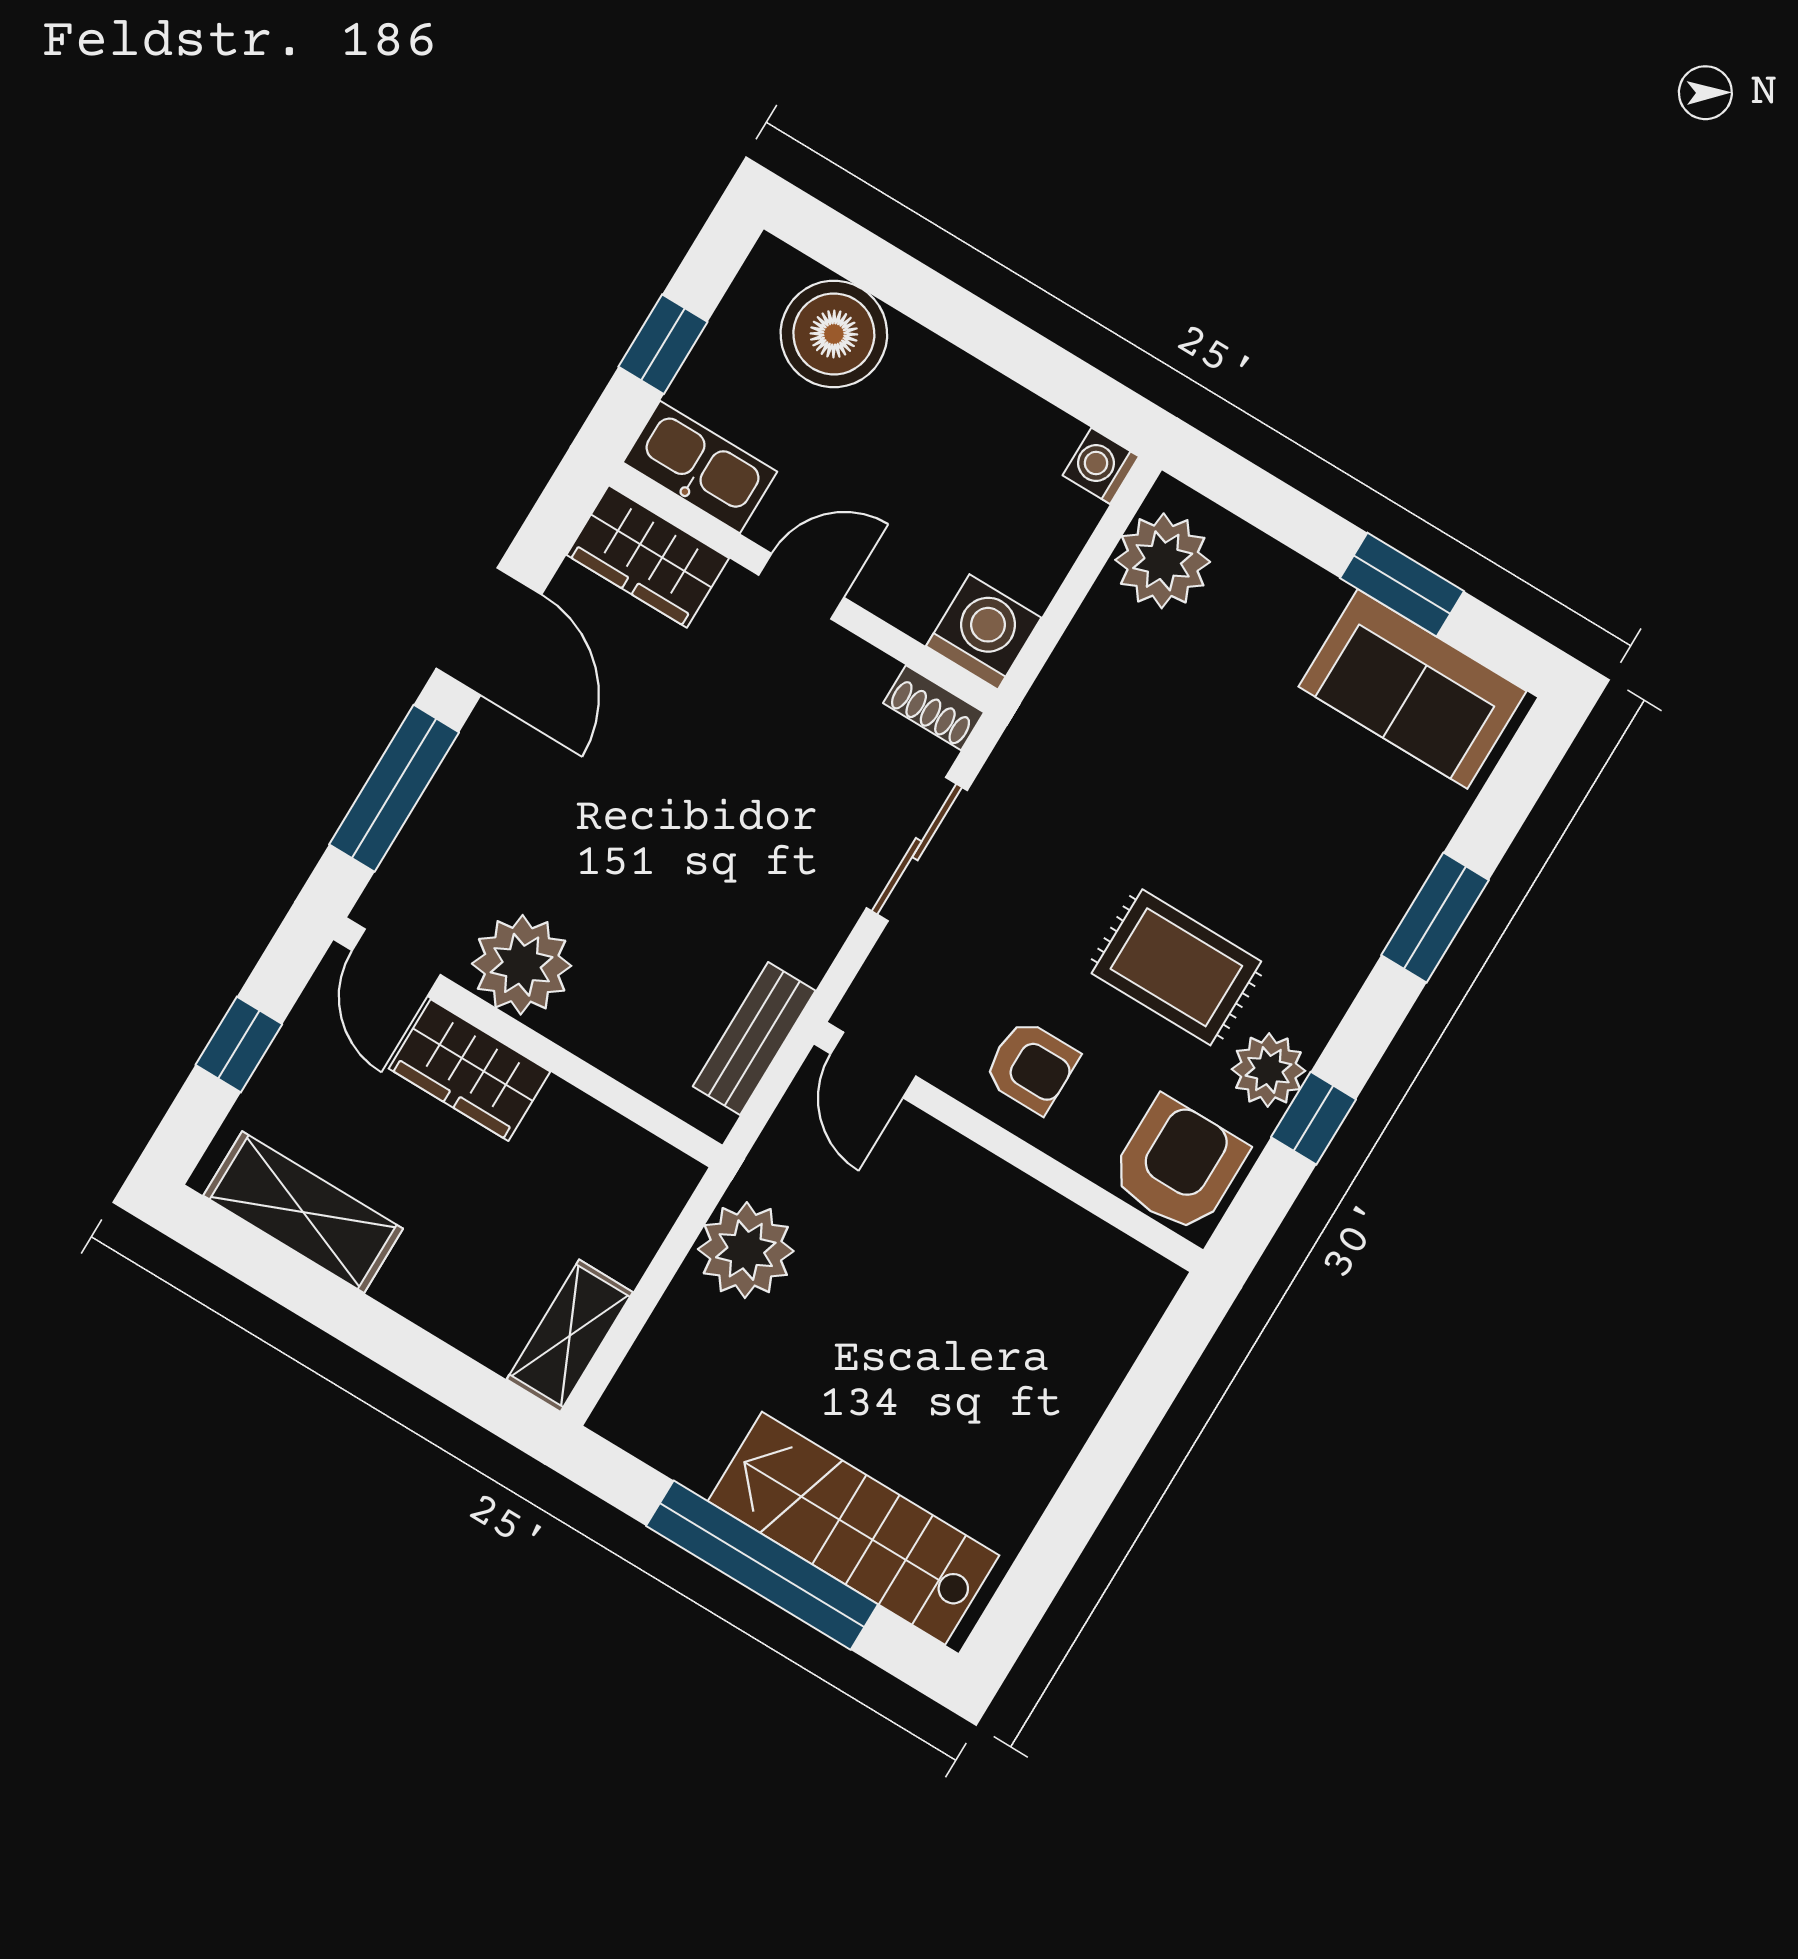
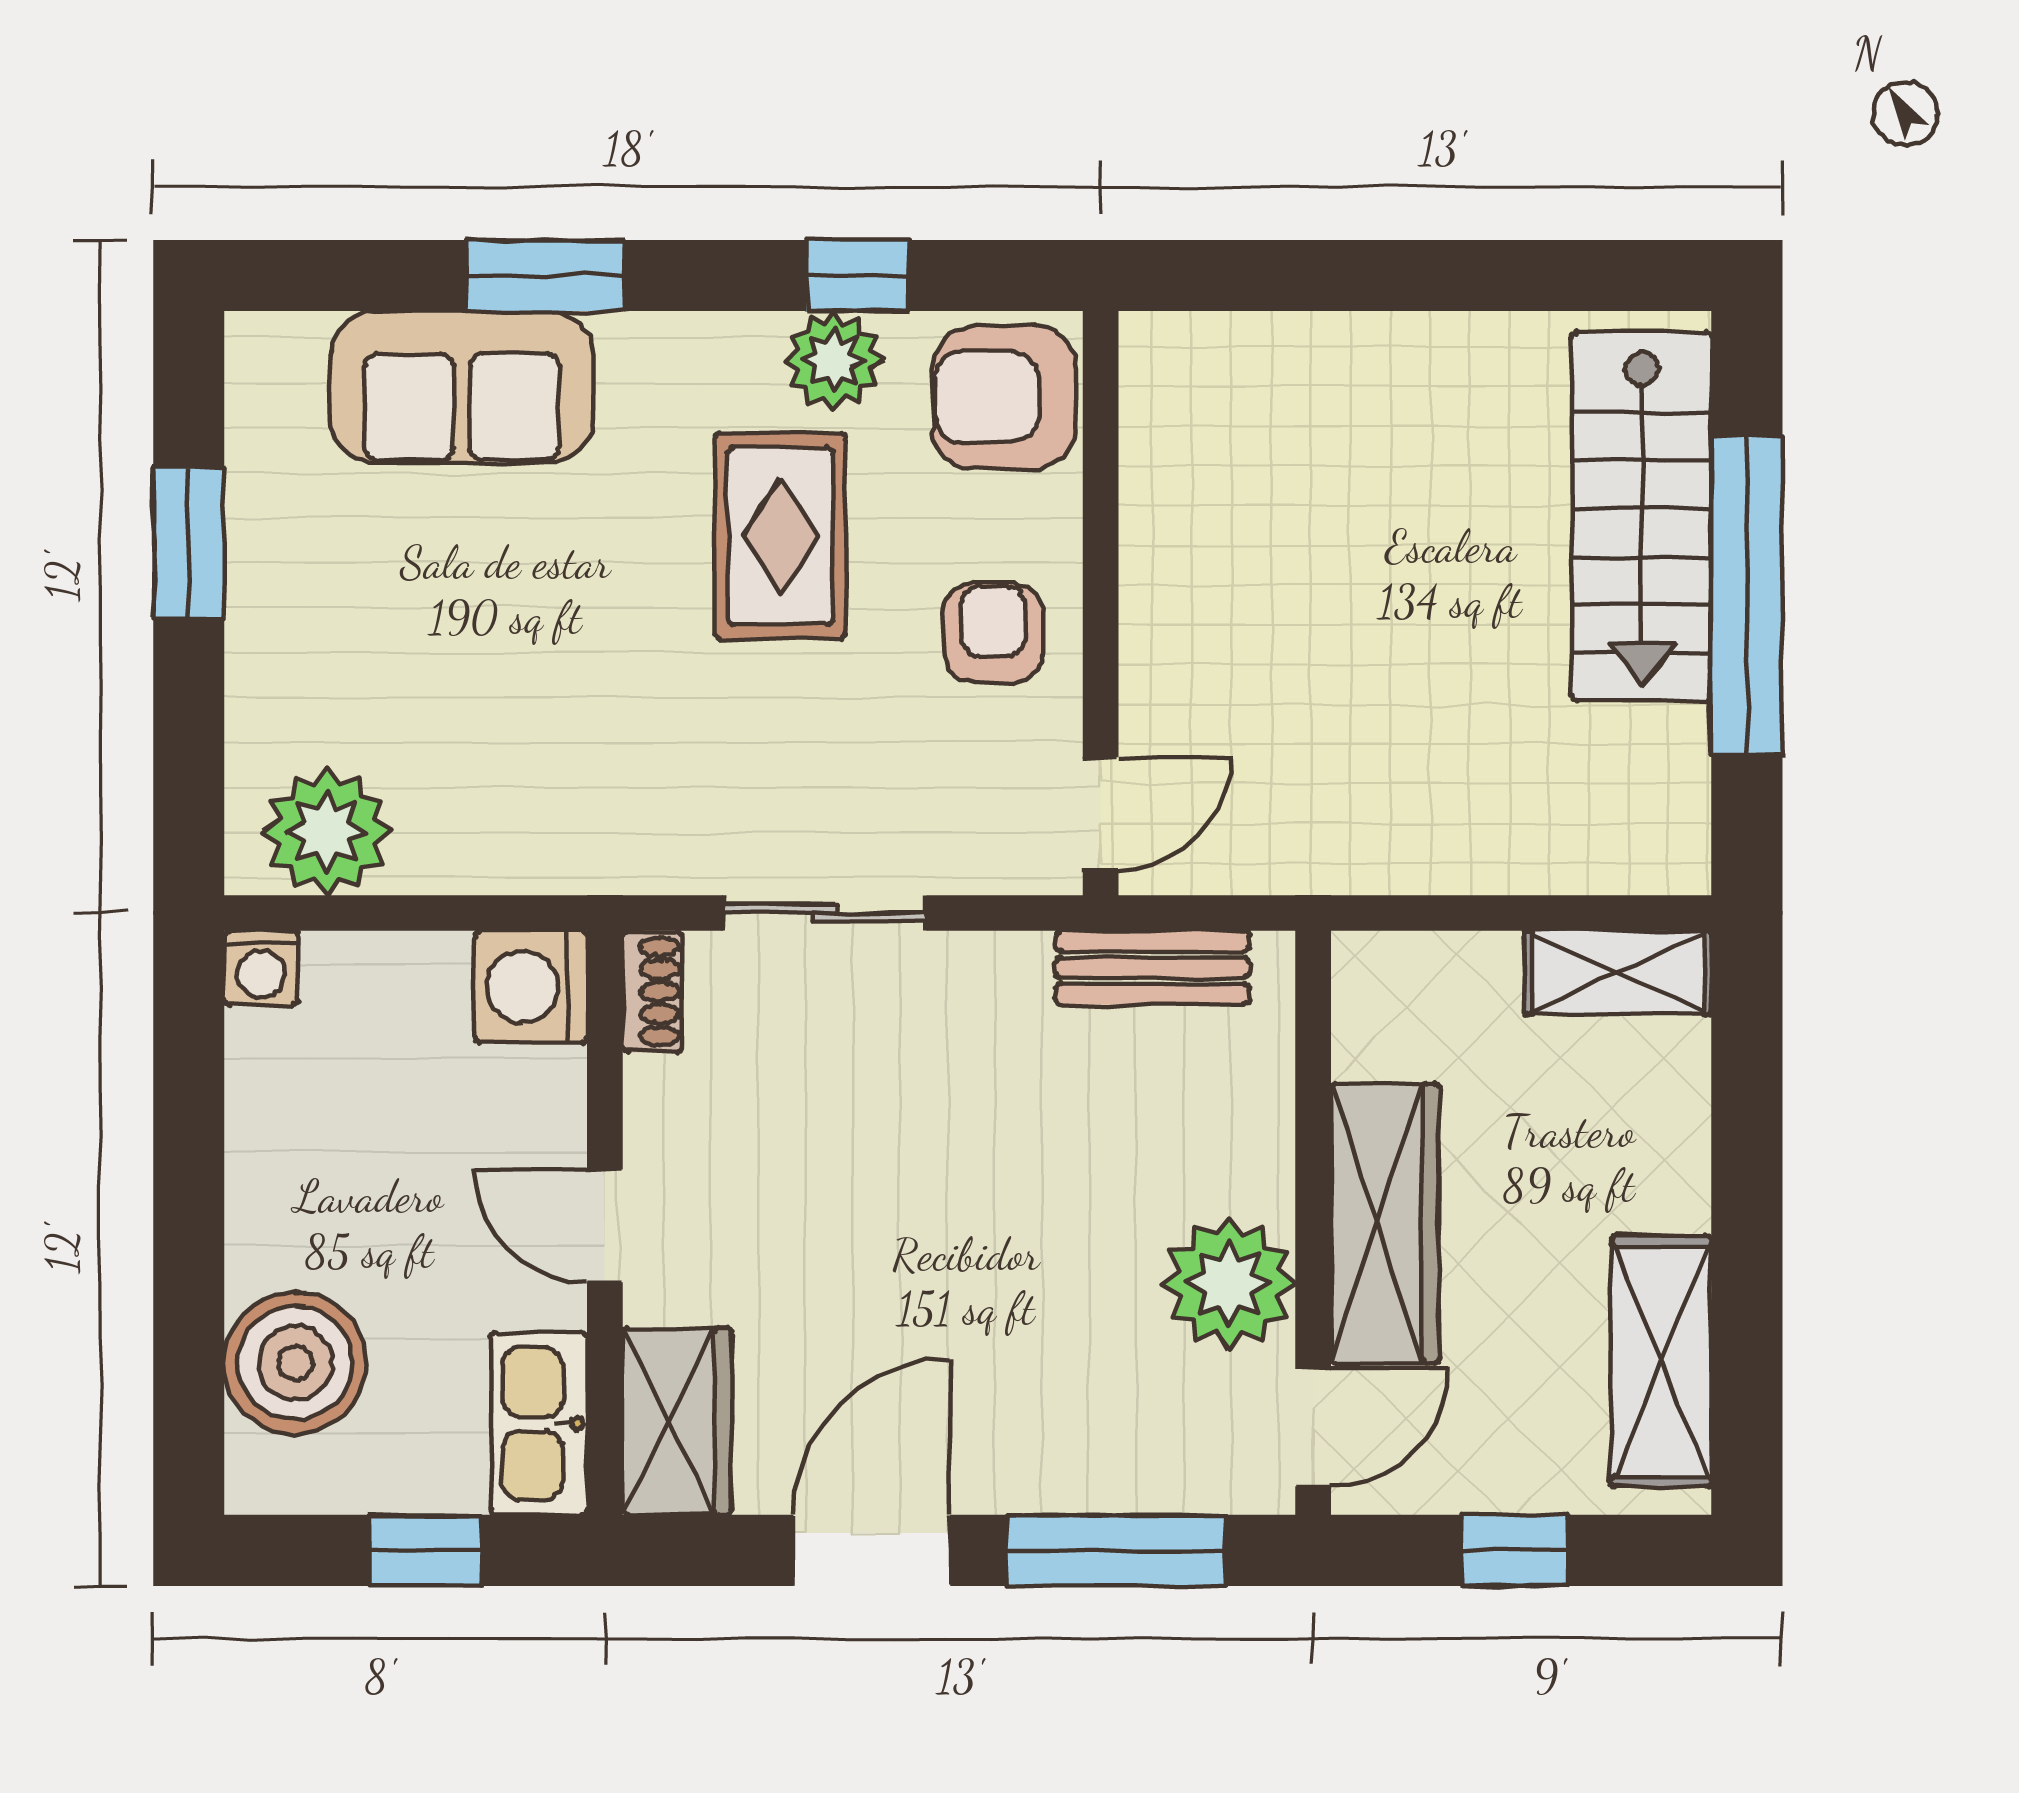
sofa: (1412, 689) -> (462, 387), moved, turned 90
wardrobe: (469, 1070) -> (1385, 1223), width x1.50
plant: (746, 1250) -> (1399, 831), removed

